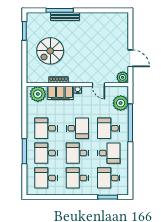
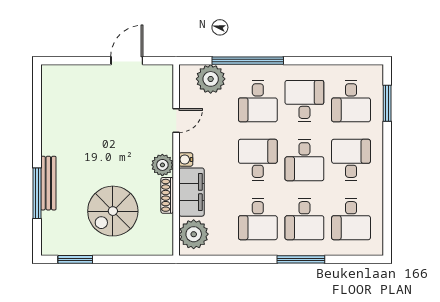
spiral stairs: (50, 51) -> (113, 211), turned 90
plant: (123, 77) -> (162, 165), moved
desk: (77, 178) -> (351, 160), turned 180

